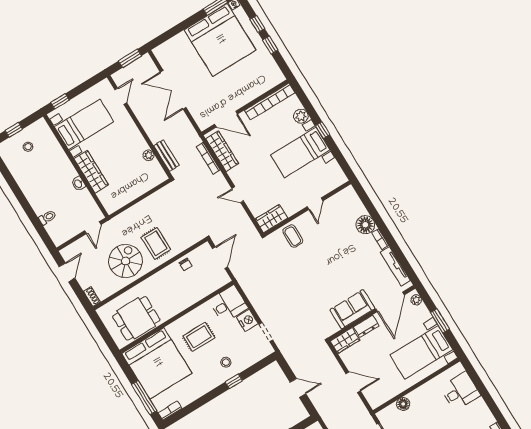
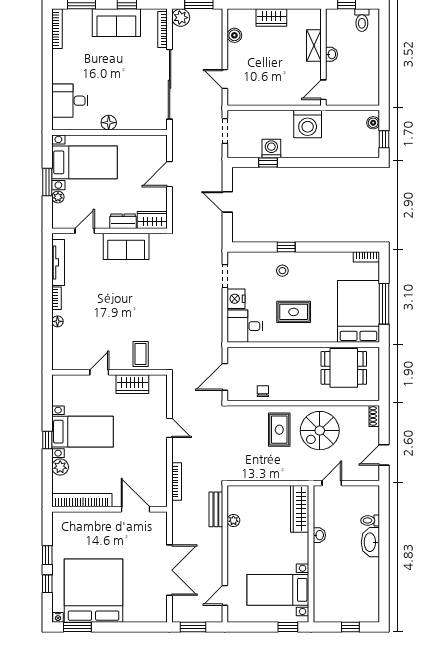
stool: (28, 147) -> (346, 602), removed
wardrobe: (222, 151) -> (159, 480), removed
wardrobe: (91, 172) -> (300, 509), moved
washbasin: (37, 202) -> (370, 542), added
wardrobe: (271, 219) -> (132, 384), moved
floor lamp: (365, 225) -> (57, 321), width x0.53, depth x0.53
plant: (416, 300) -> (58, 197), moved
door: (390, 302) -> (85, 231), width x0.53
bed: (157, 363) -> (358, 311), width x0.73
door: (353, 382) -> (170, 174), hinge flipped
window: (144, 398) -> (384, 304), moved
floor lamp: (403, 404) -> (109, 123), moved

